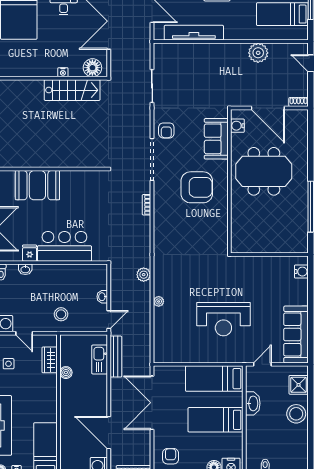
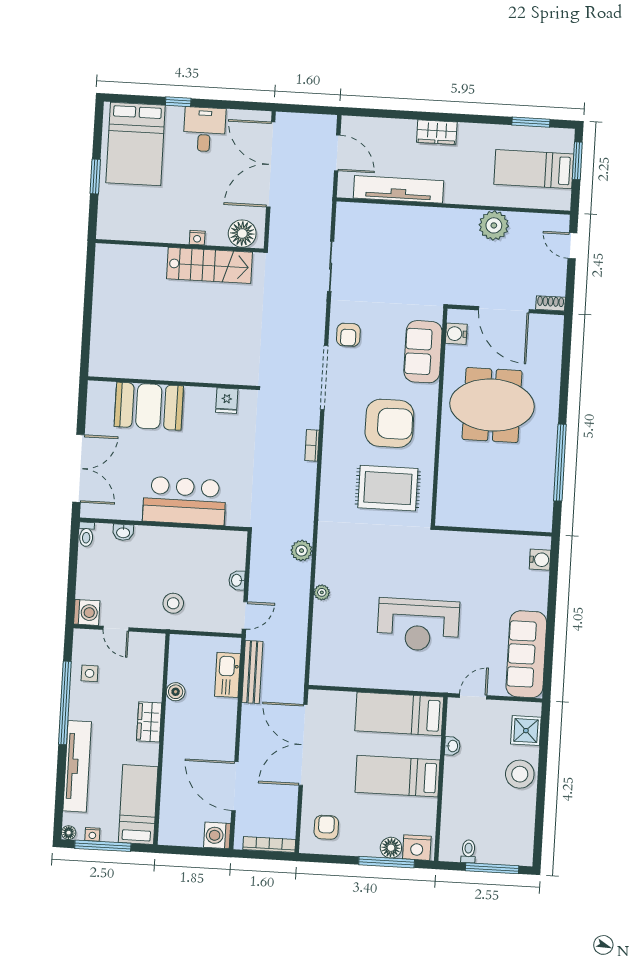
rug: (198, 230) -> (388, 488), added
fridge: (30, 253) -> (227, 401), moved, turned 180
wardrobe: (50, 360) -> (149, 722), moved
washbasin: (253, 403) -> (452, 746), width x0.52, depth x0.69

